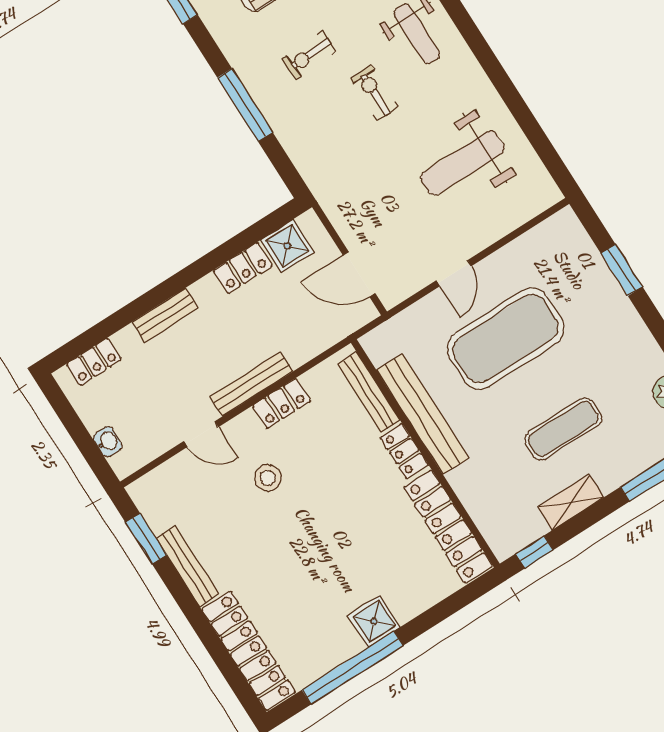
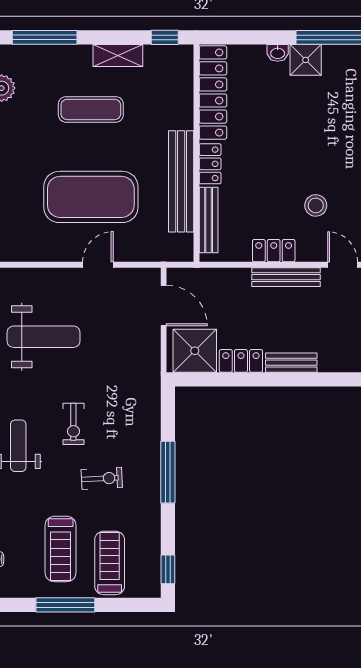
shower: (287, 246) -> (195, 351), width x1.36, depth x1.36
bench: (165, 315) -> (291, 363), moved
washbasin: (408, 610) -> (278, 53), added

